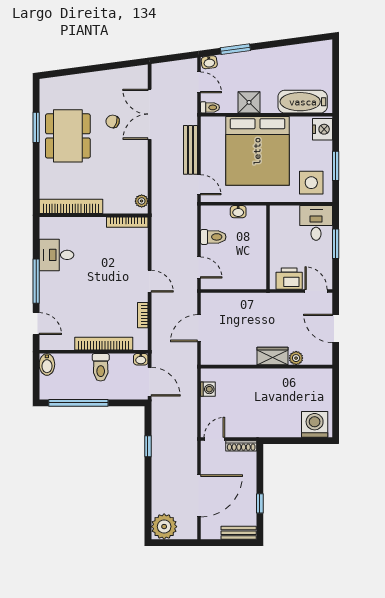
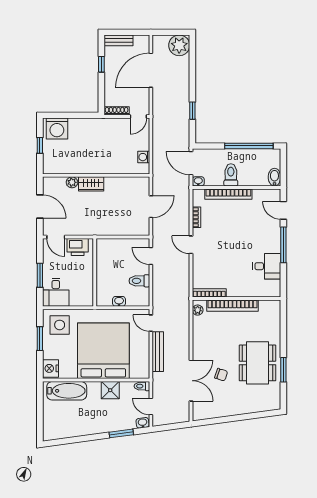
bookcase: (71, 206) -> (233, 306), moved
window: (336, 403) -> (40, 145), added

